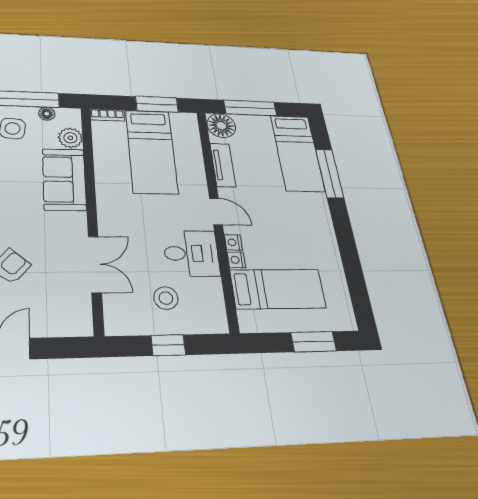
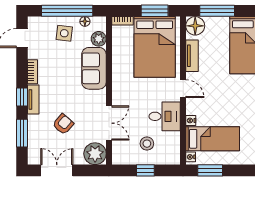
bed: (151, 151) -> (155, 47), width x1.50
nightstand: (233, 242) -> (191, 157), moved
plant: (72, 317) -> (95, 154), added
window: (314, 342) -> (210, 170), moved

